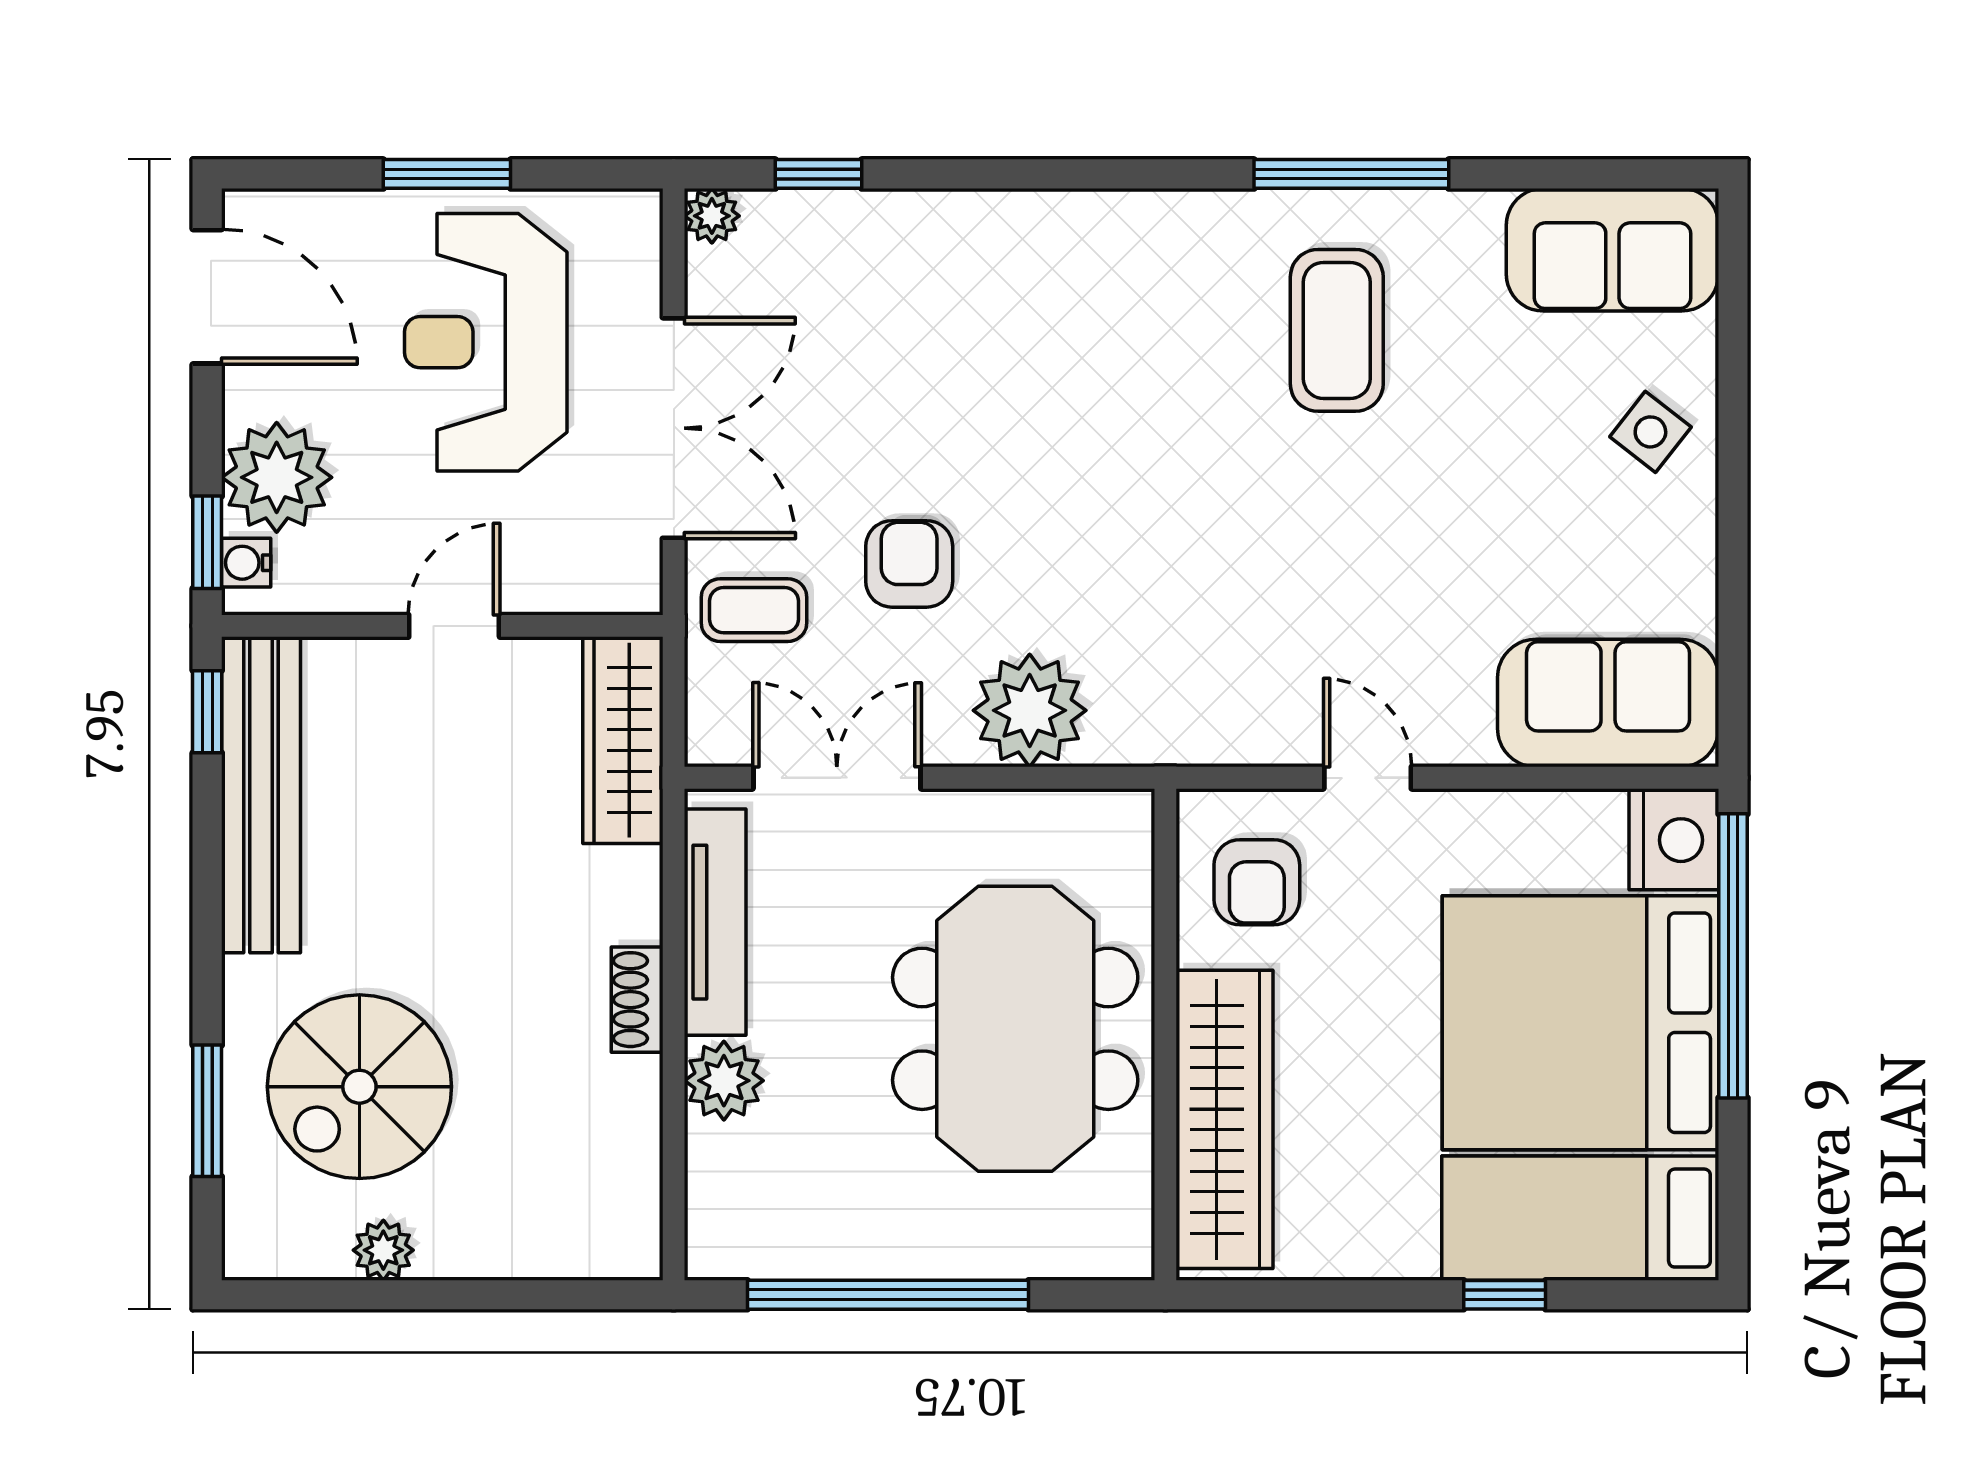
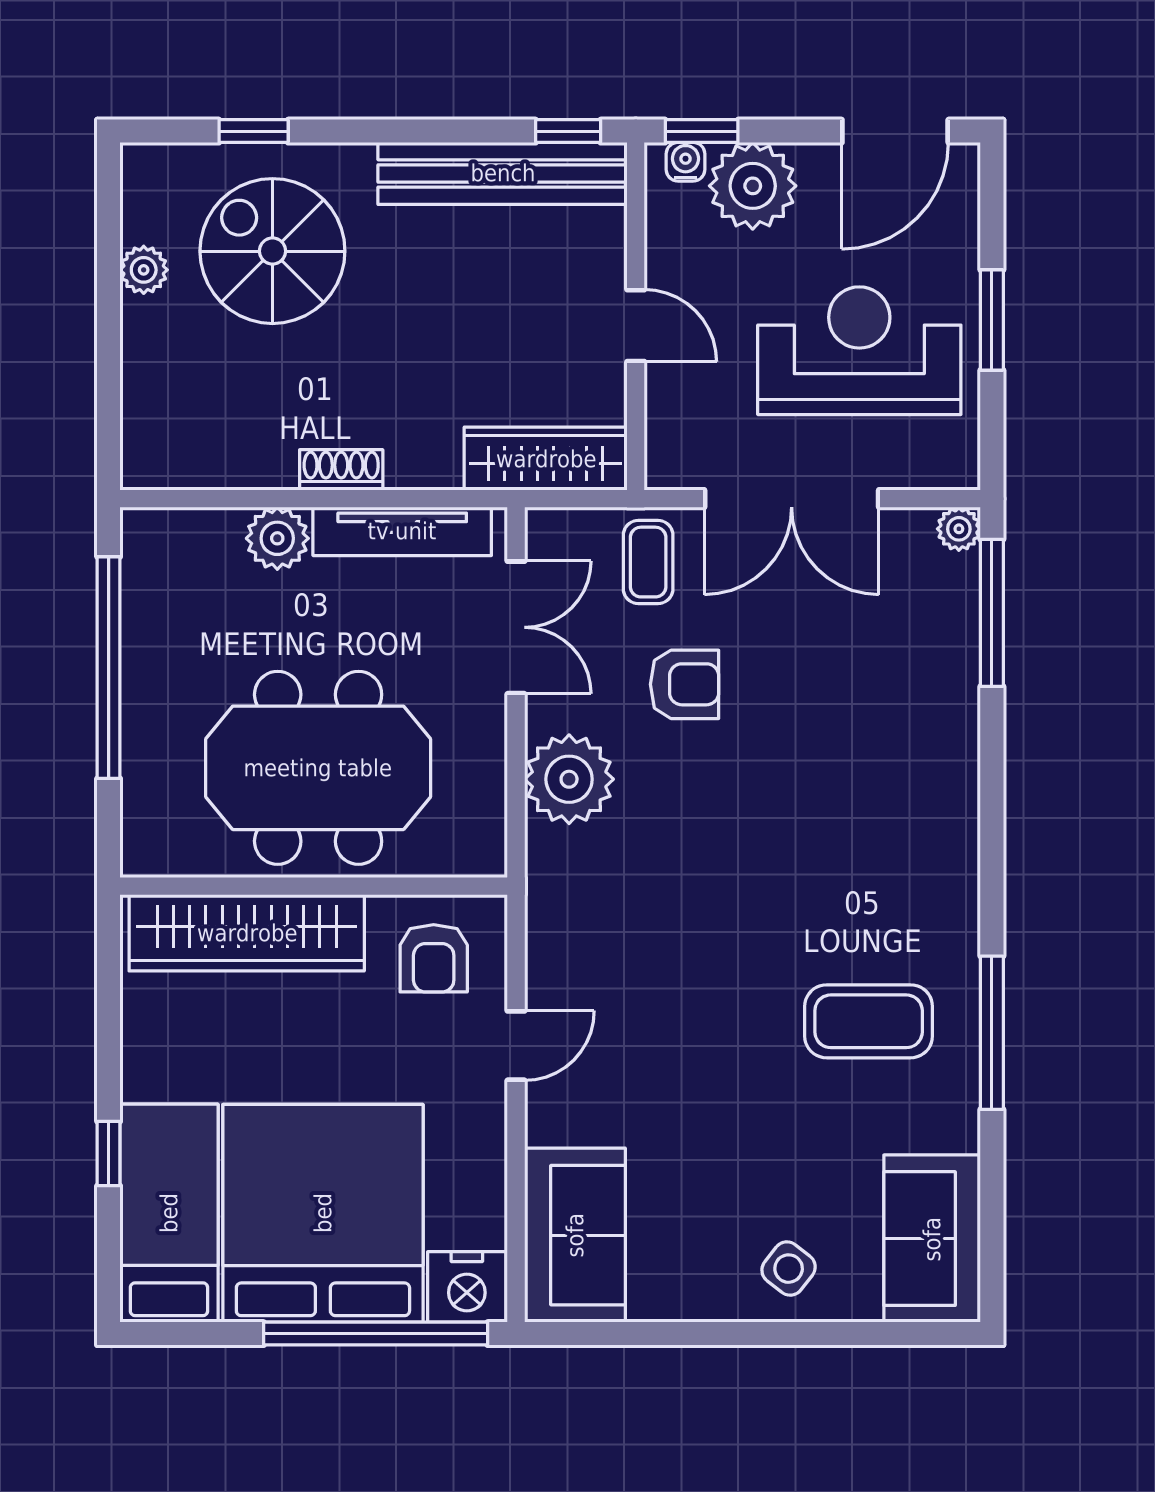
window: (818, 174) -> (992, 613), width x2.17
armchair: (1257, 882) -> (434, 958), turned -90
window: (207, 1111) -> (254, 131), width x0.67

